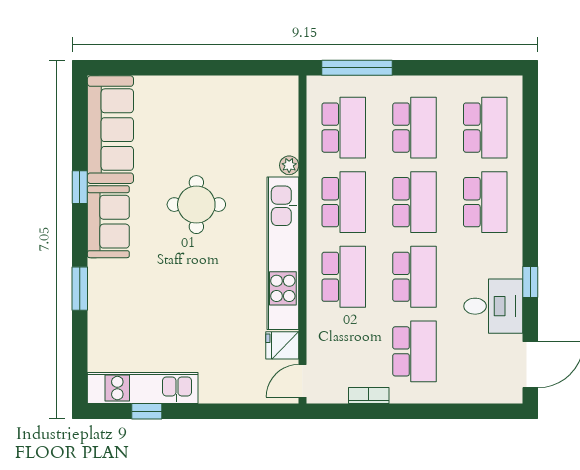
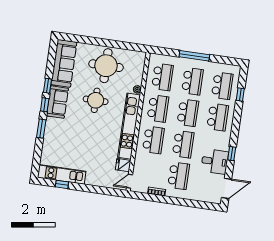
window: (357, 68) -> (194, 56), moved
round table: (209, 121) -> (106, 66), added
window: (530, 142) -> (240, 95), added
window: (80, 232) -> (45, 105), added

